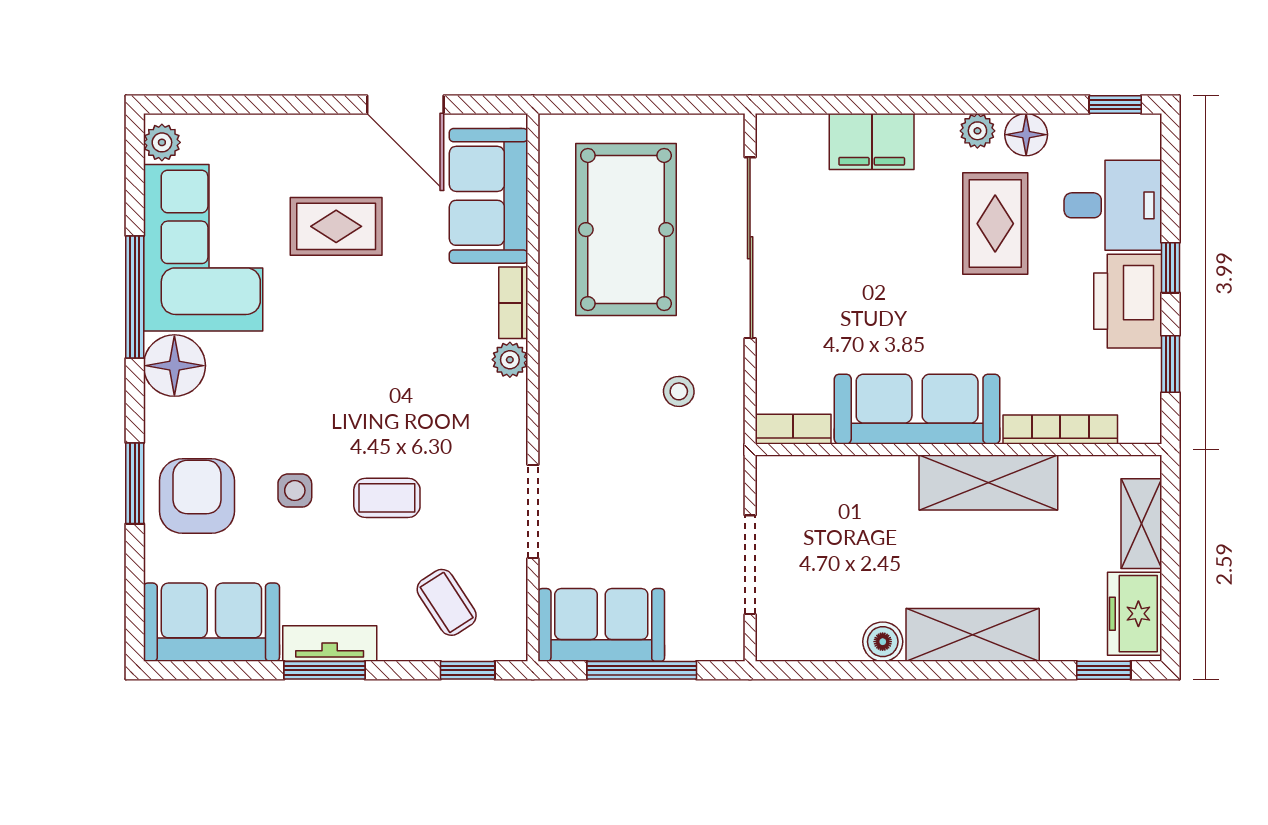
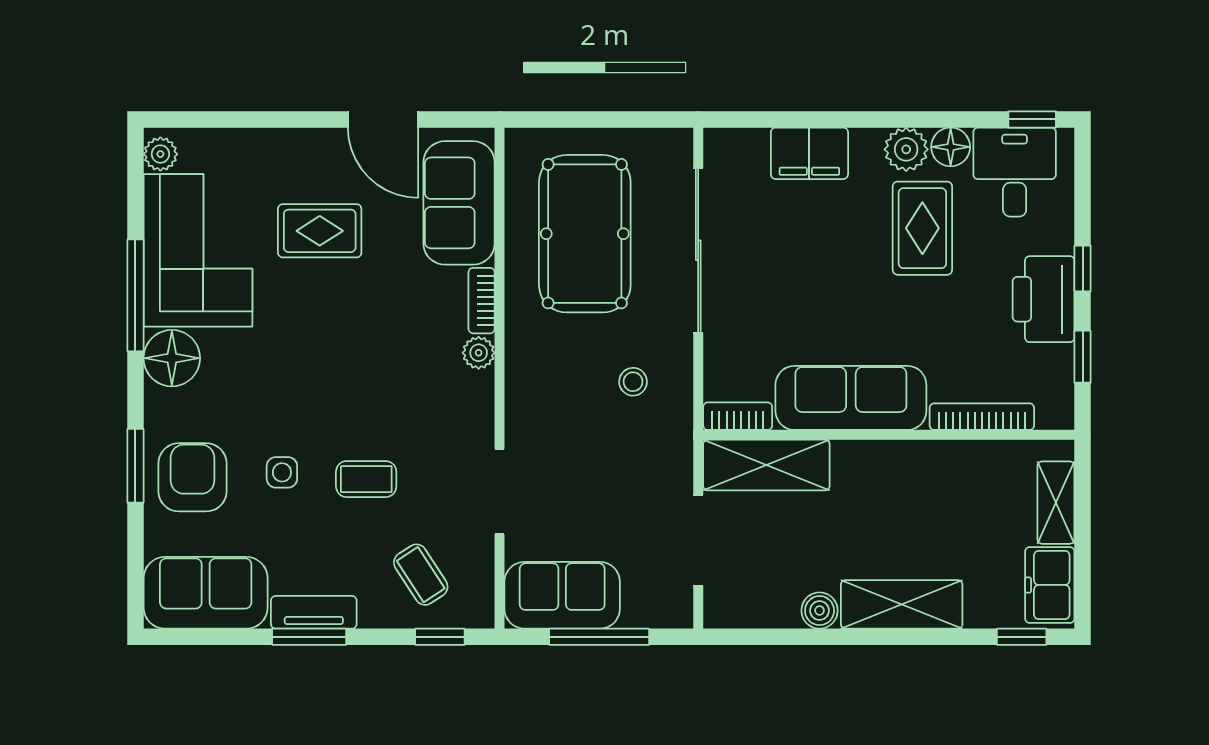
plant: (977, 131) -> (906, 149), width x1.38, depth x1.38
desk: (1113, 205) -> (1015, 172), moved, turned -90
shelving: (988, 483) -> (766, 465), moved

